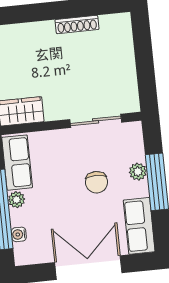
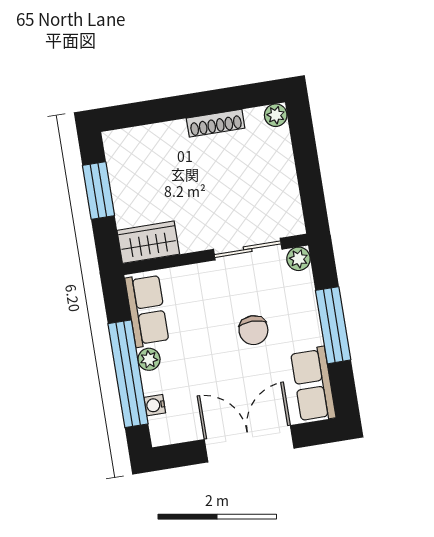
plant: (123, 21) -> (276, 115), added
plant: (138, 172) -> (299, 259), moved

